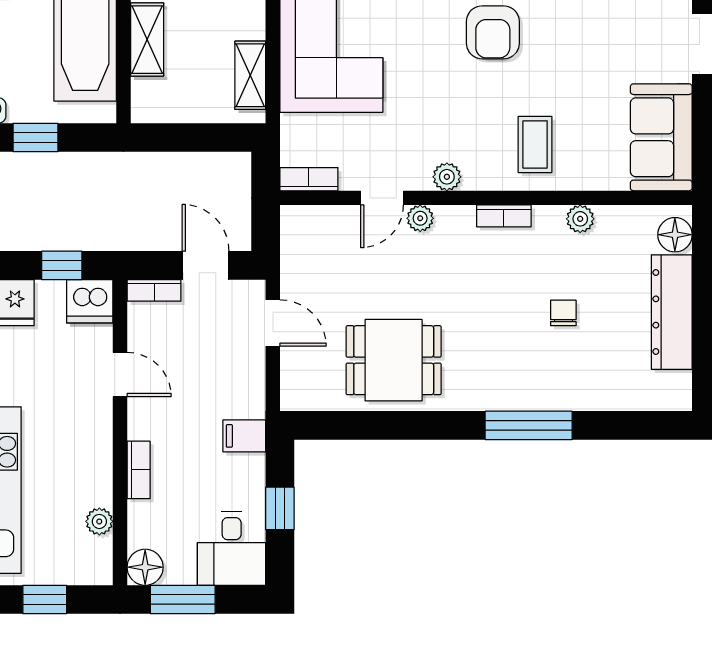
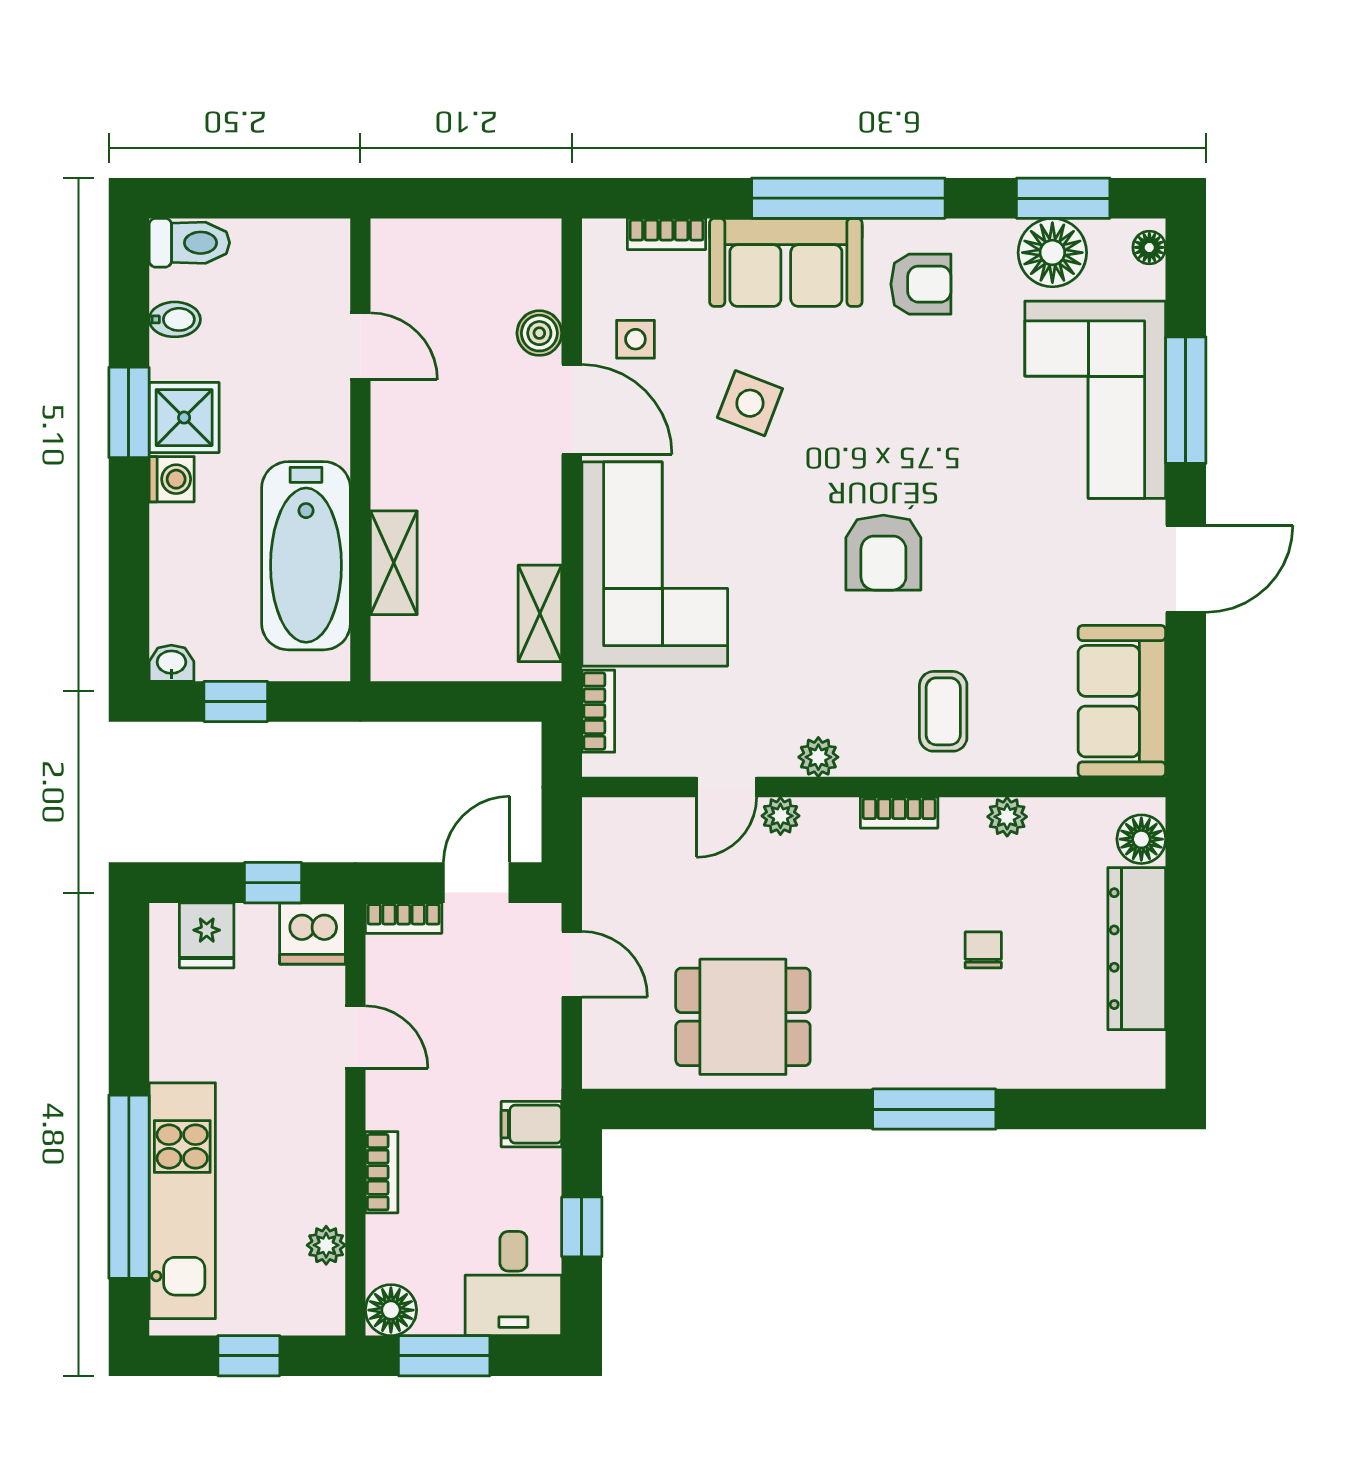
bookcase: (309, 179) -> (598, 711), moved, turned 90
door: (206, 265) -> (477, 883), hinge flipped

